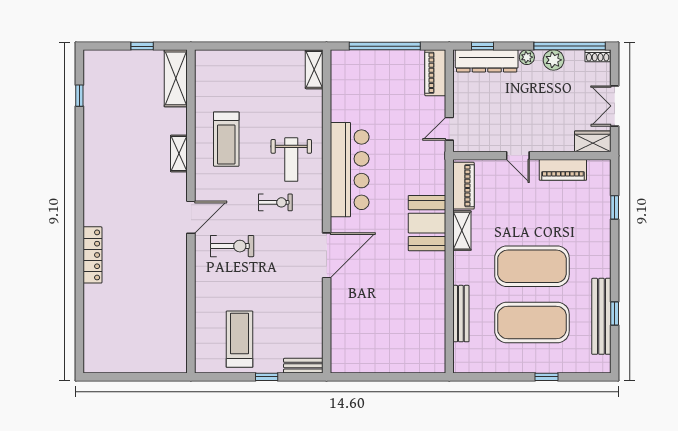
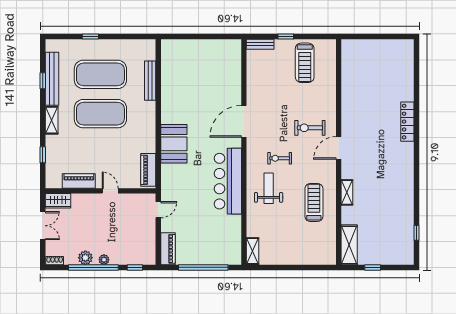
window: (570, 46) -> (93, 267), moved
dresser: (487, 61) -> (132, 257), removed
shelving: (462, 231) -> (52, 120), moved

